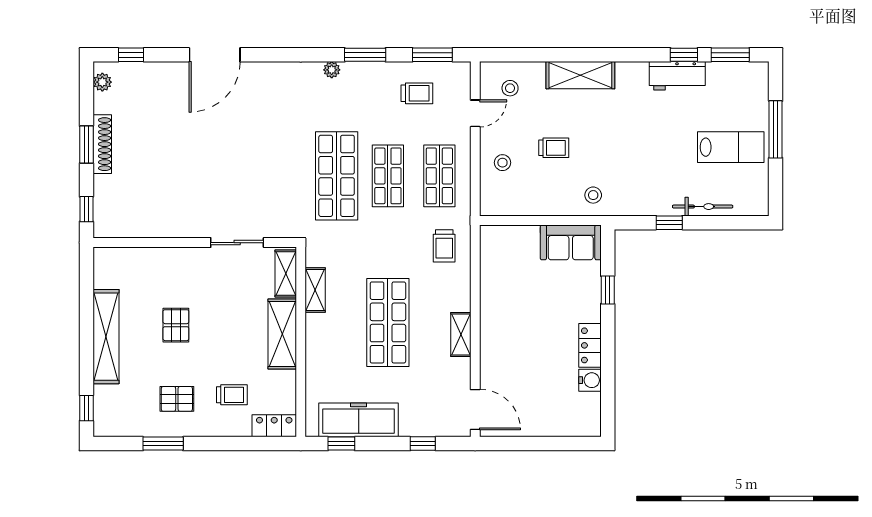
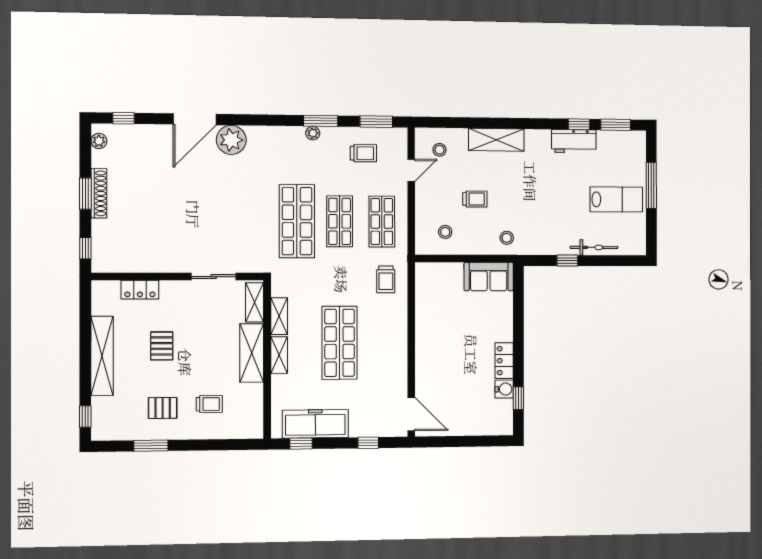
plant: (332, 70) -> (313, 133), moved
plant: (258, 79) -> (231, 140), added
stool: (502, 163) -> (445, 232), moved
window: (608, 290) -> (518, 398), moved
shelving: (461, 334) -> (279, 355), moved
locker: (274, 426) -> (140, 290), moved, turned 180

